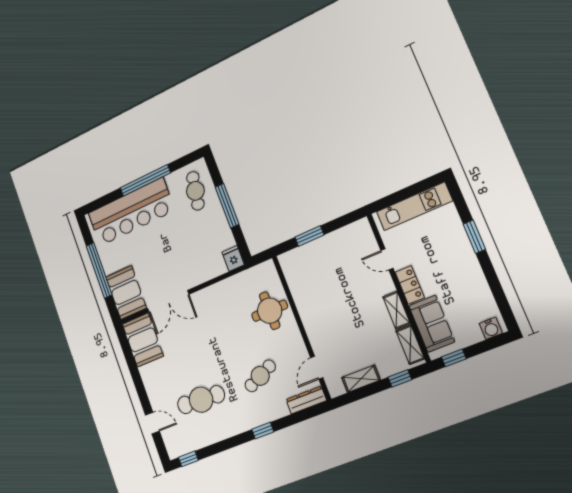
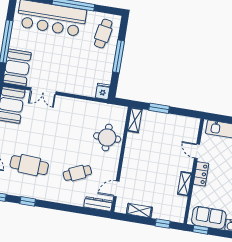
double door: (168, 301) -> (43, 91), width x0.73
sofa: (432, 324) -> (209, 218), moved, turned -90
shelving: (410, 345) -> (135, 120), moved
window: (263, 431) -> (28, 201), moved

